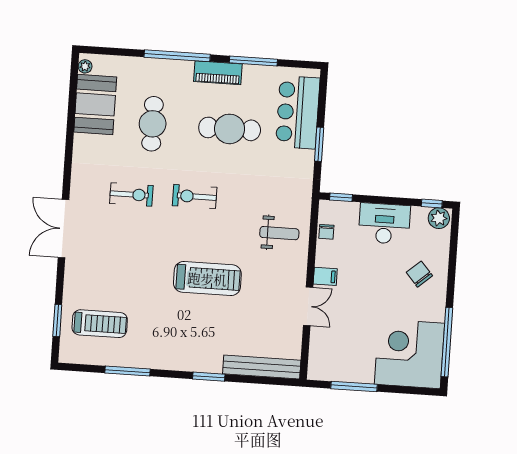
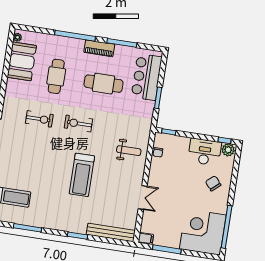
desk: (384, 224) -> (205, 152), moved
filing cabinet: (325, 276) -> (146, 238), moved
treadmill: (207, 279) -> (82, 175), turned 90

